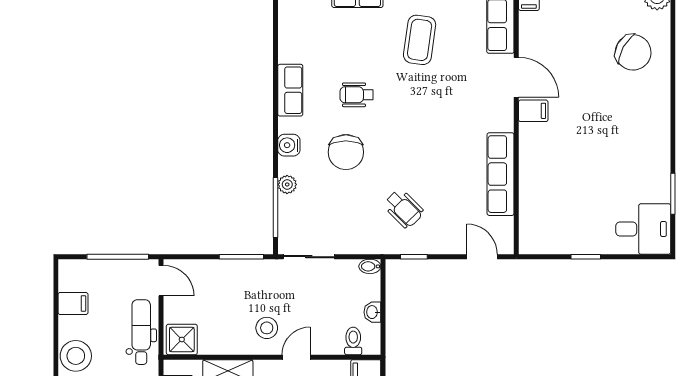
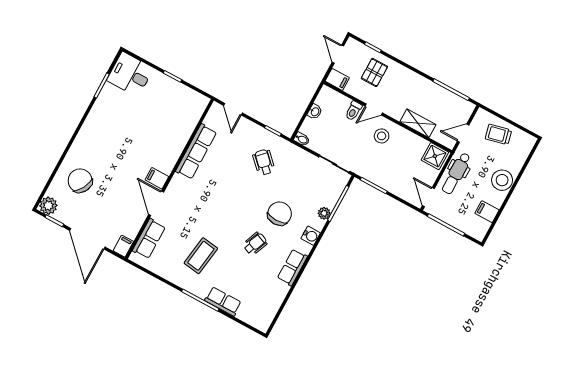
wheelchair: (357, 95) -> (255, 244), turned -68
toilet: (353, 341) -> (353, 111), moved

